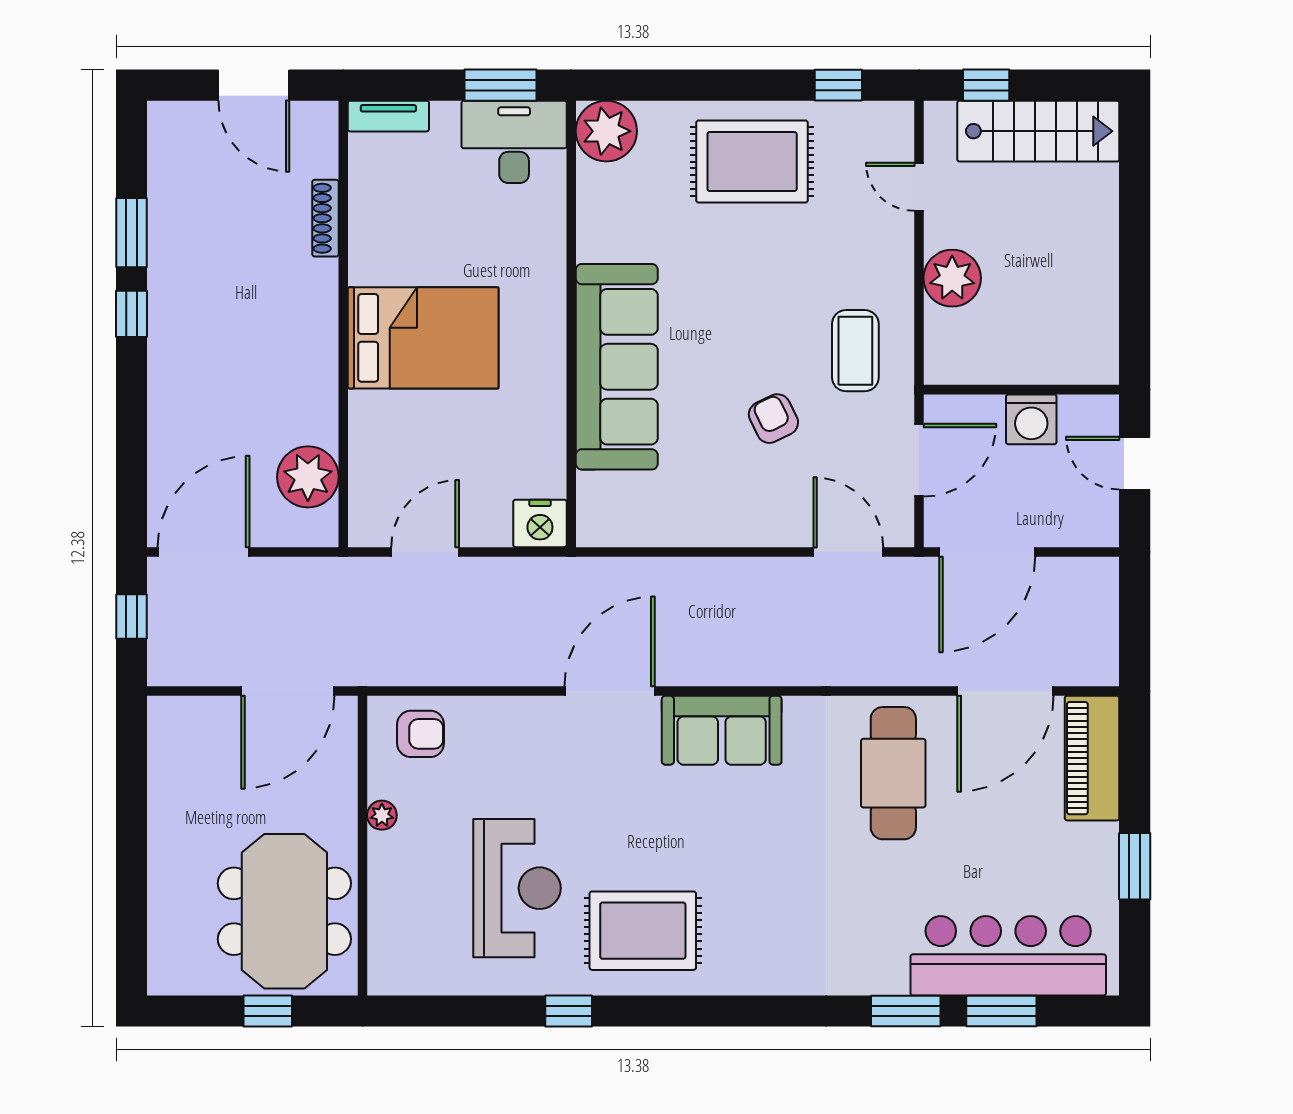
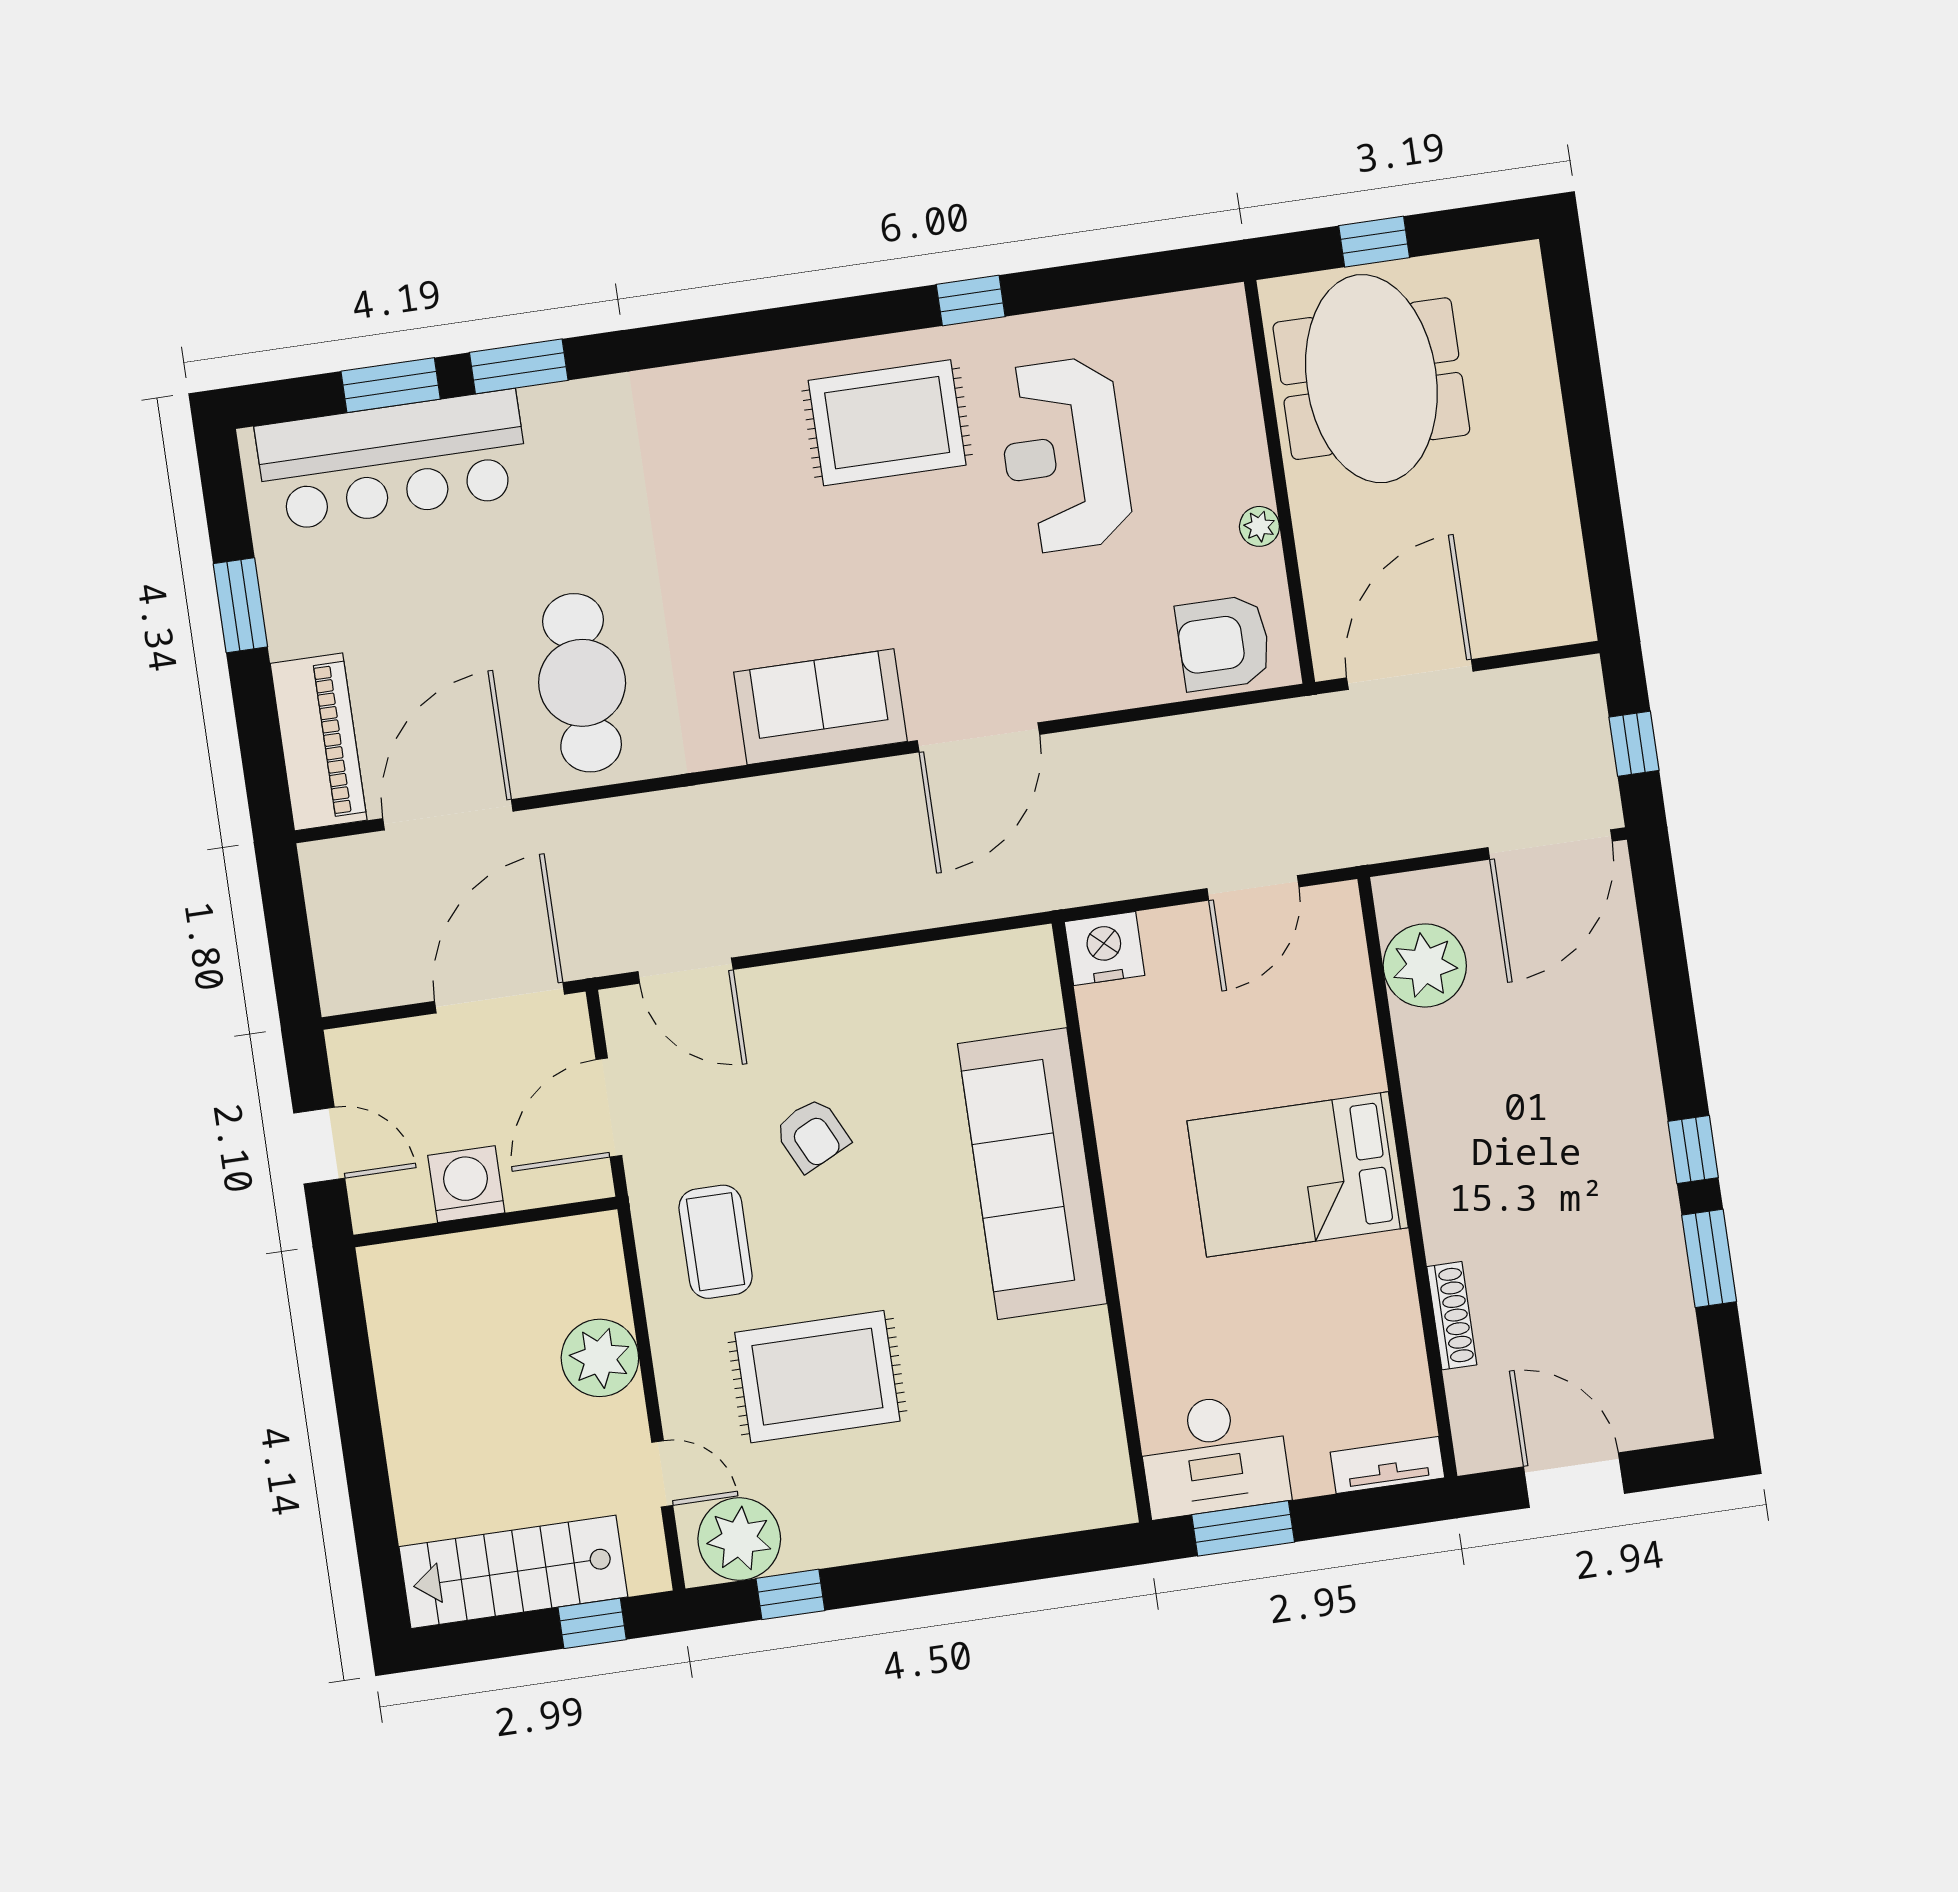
plant: (606, 131) -> (739, 1539), moved
rug: (752, 162) -> (817, 1377), moved
armchair: (421, 734) -> (1223, 643), width x1.38, depth x1.38

